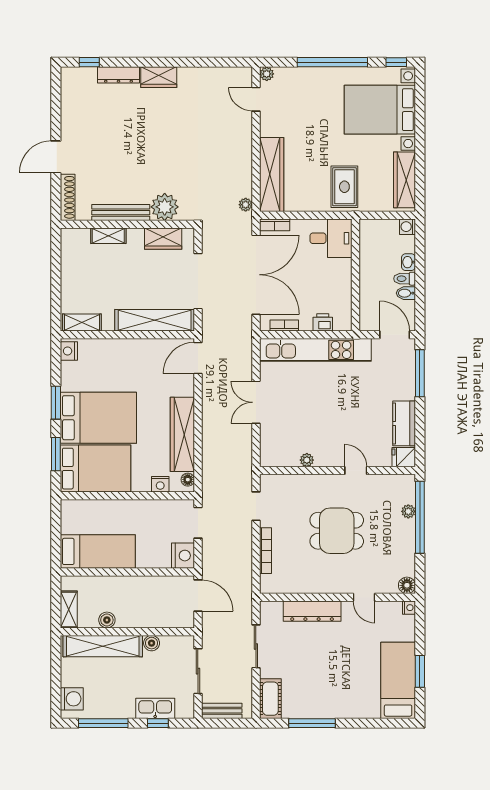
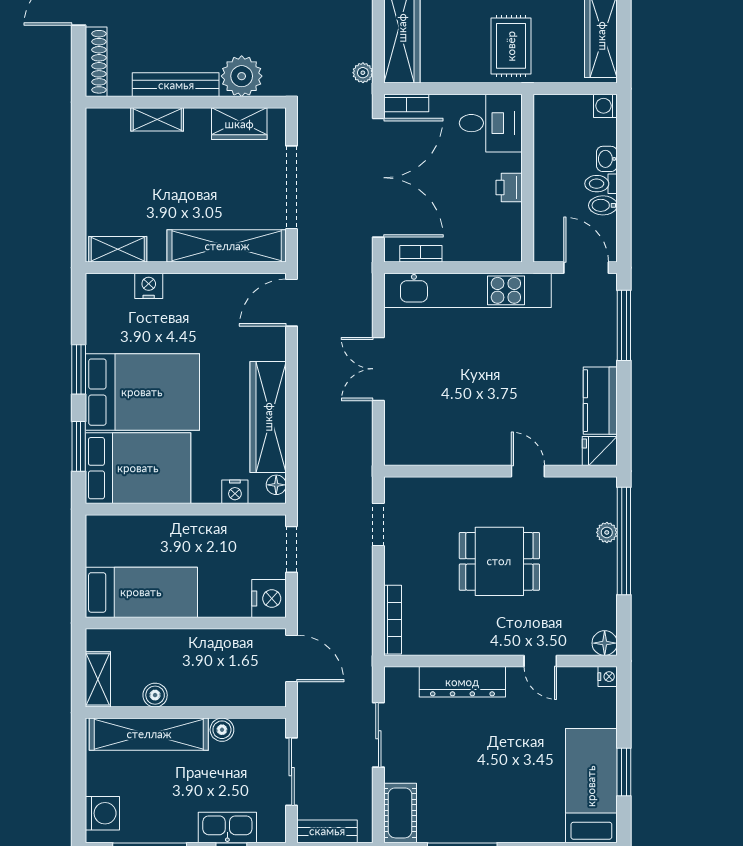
printer: (323, 322) -> (509, 187), moved, turned -90
nightstand: (69, 351) -> (149, 286), moved, turned 90
plant: (307, 460) -> (455, 455), removed
bookcase: (265, 551) -> (393, 620), moved

